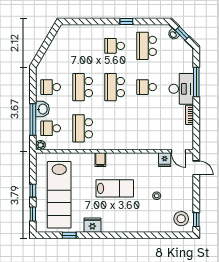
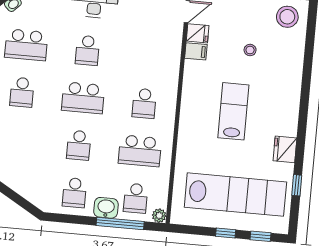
school desk: (83, 87) -> (79, 145), width x0.54
school desk: (115, 128) -> (144, 103), added
filing cabinet: (100, 160) -> (196, 51), moved

